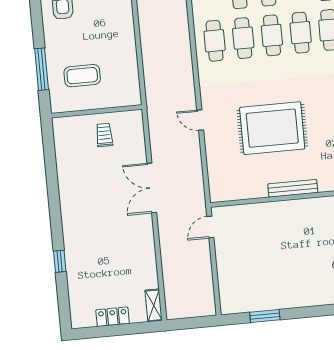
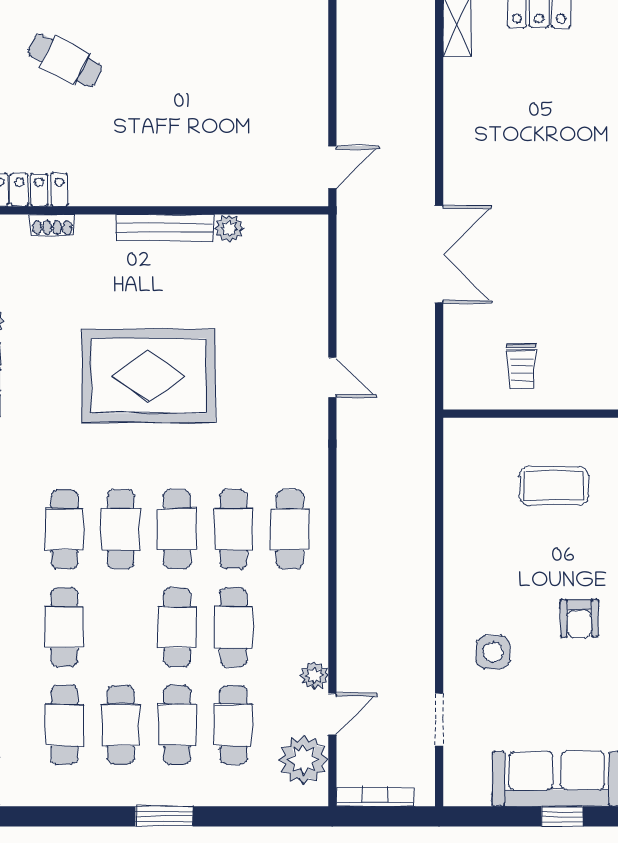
rug: (272, 128) -> (149, 376), moved
plant: (260, 191) -> (229, 228), added

